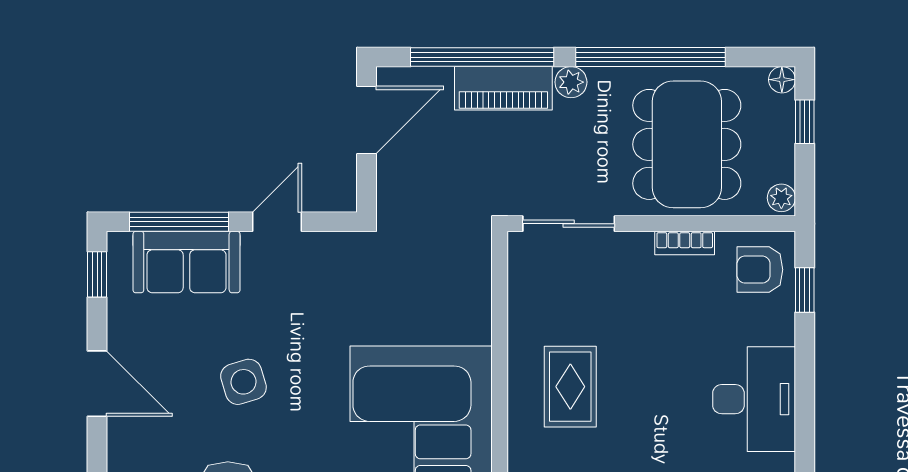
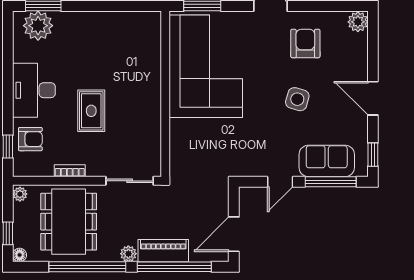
armchair: (760, 270) -> (30, 139), moved
side table: (243, 382) -> (297, 99), turned 33
rug: (570, 387) -> (91, 111), moved

